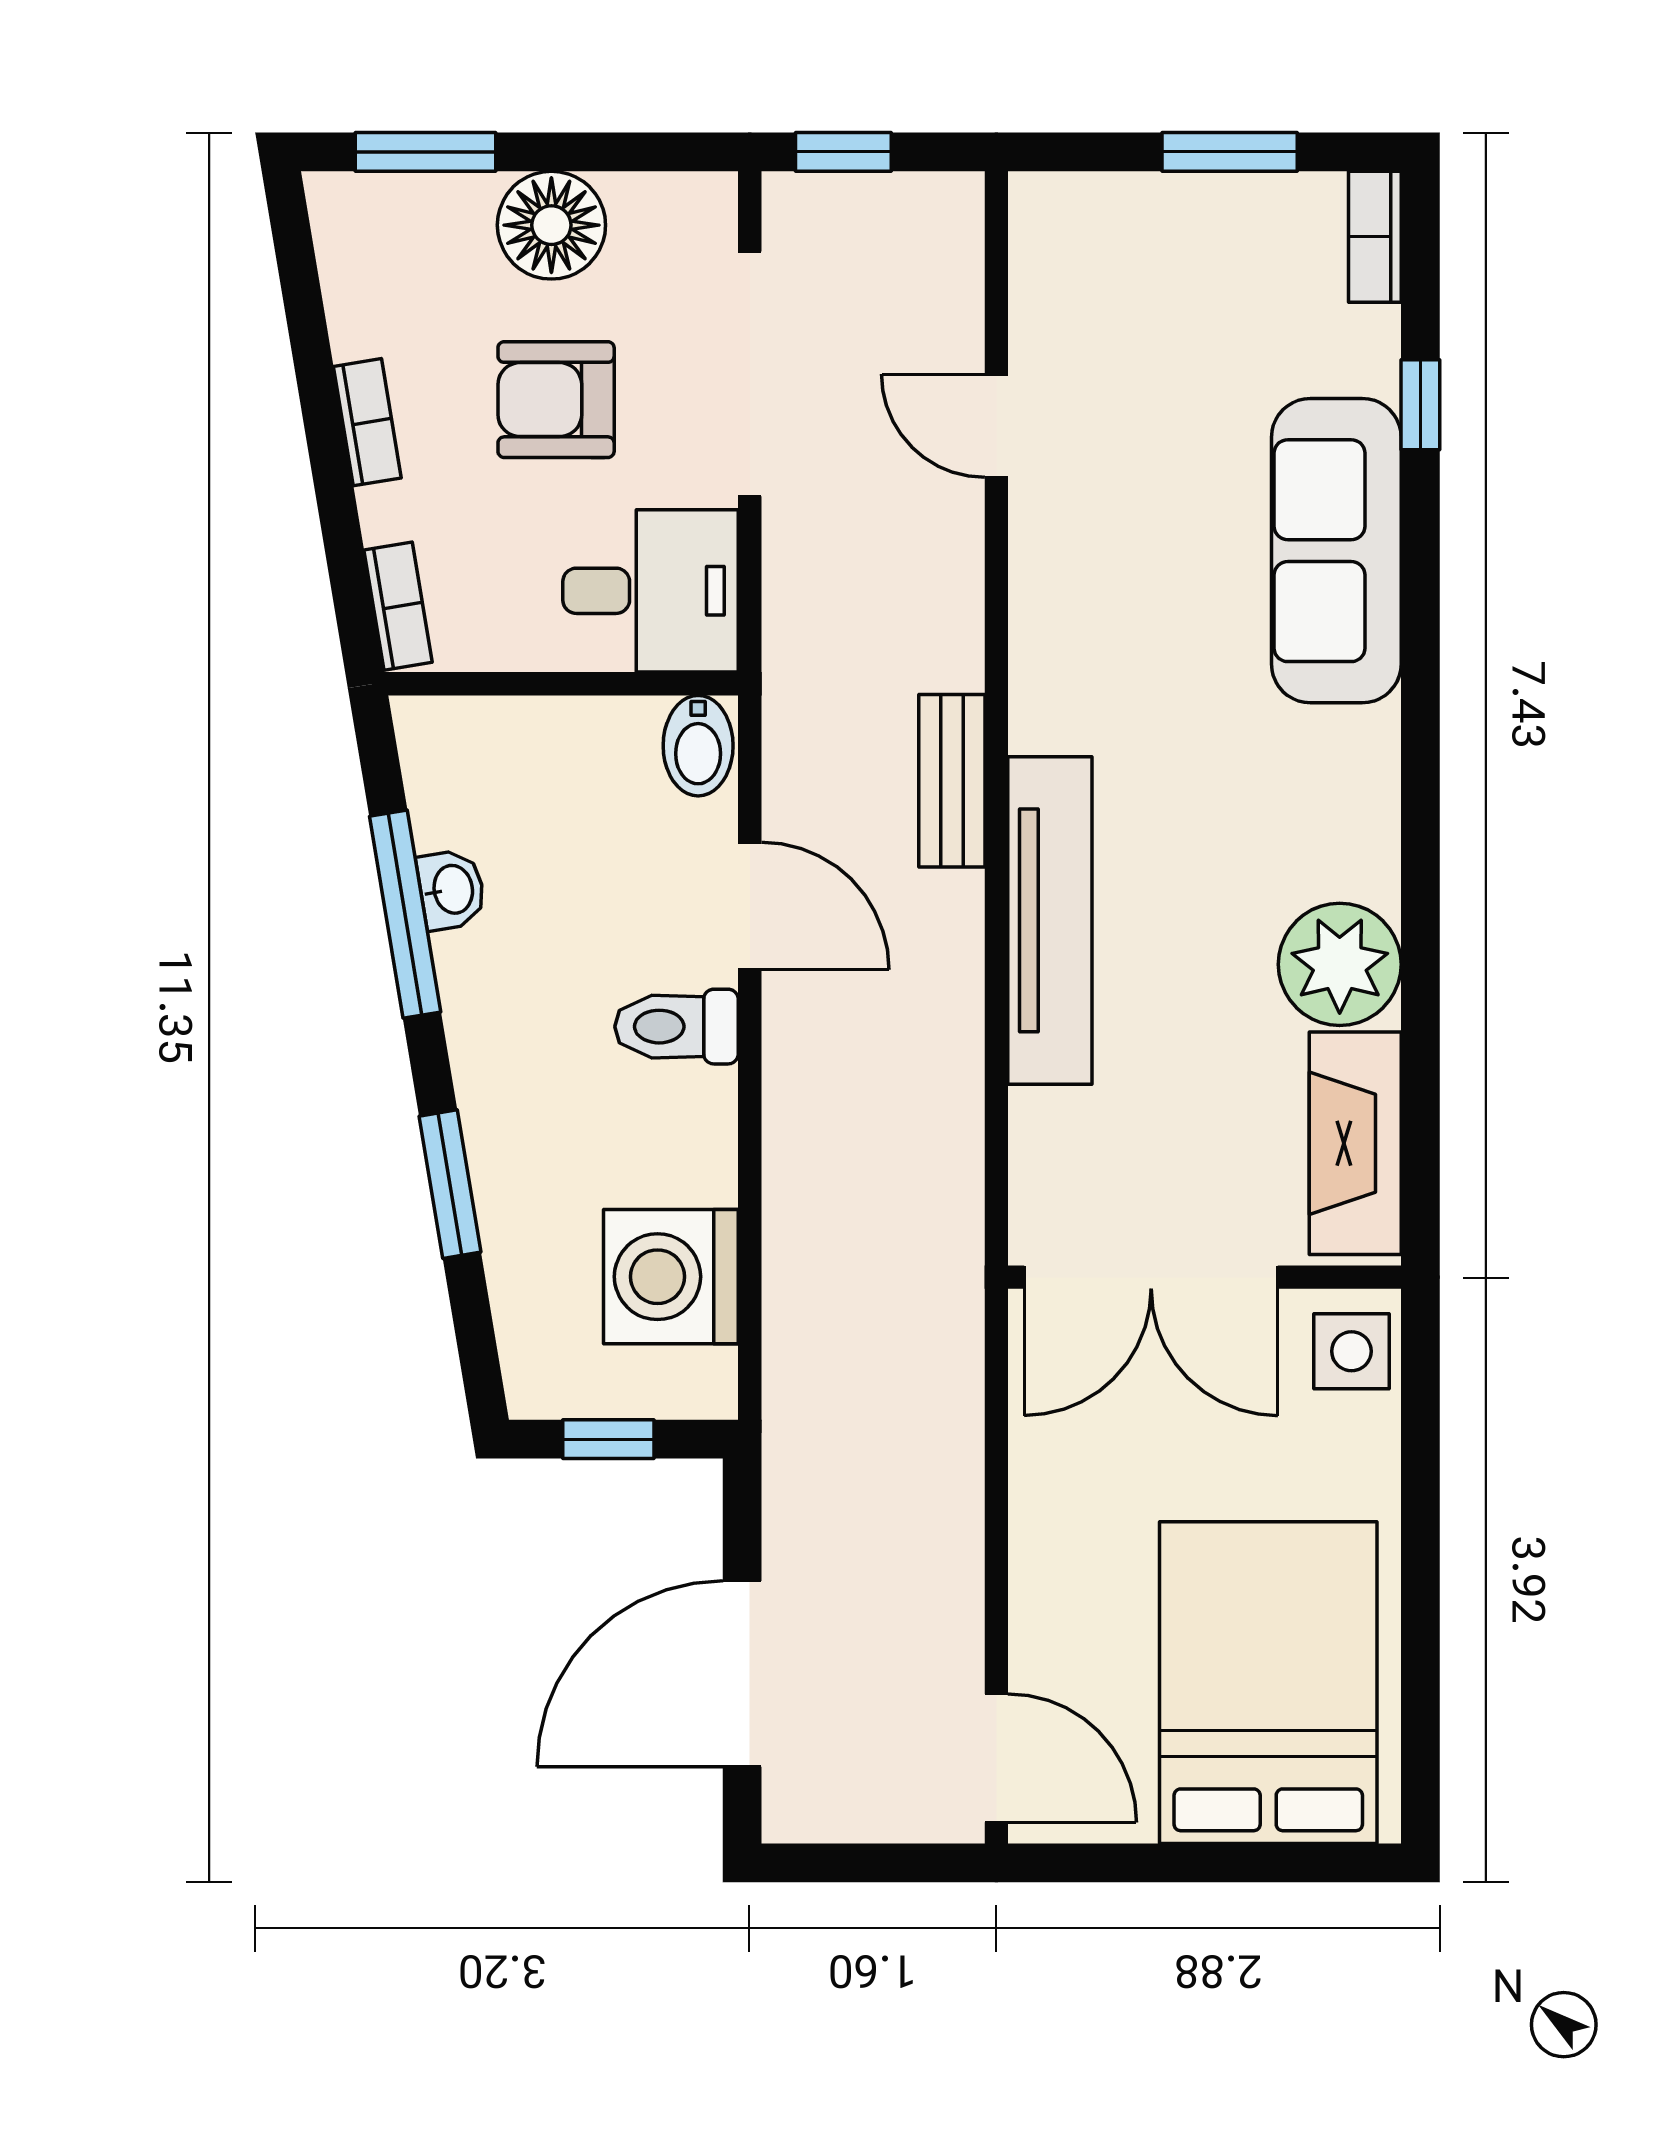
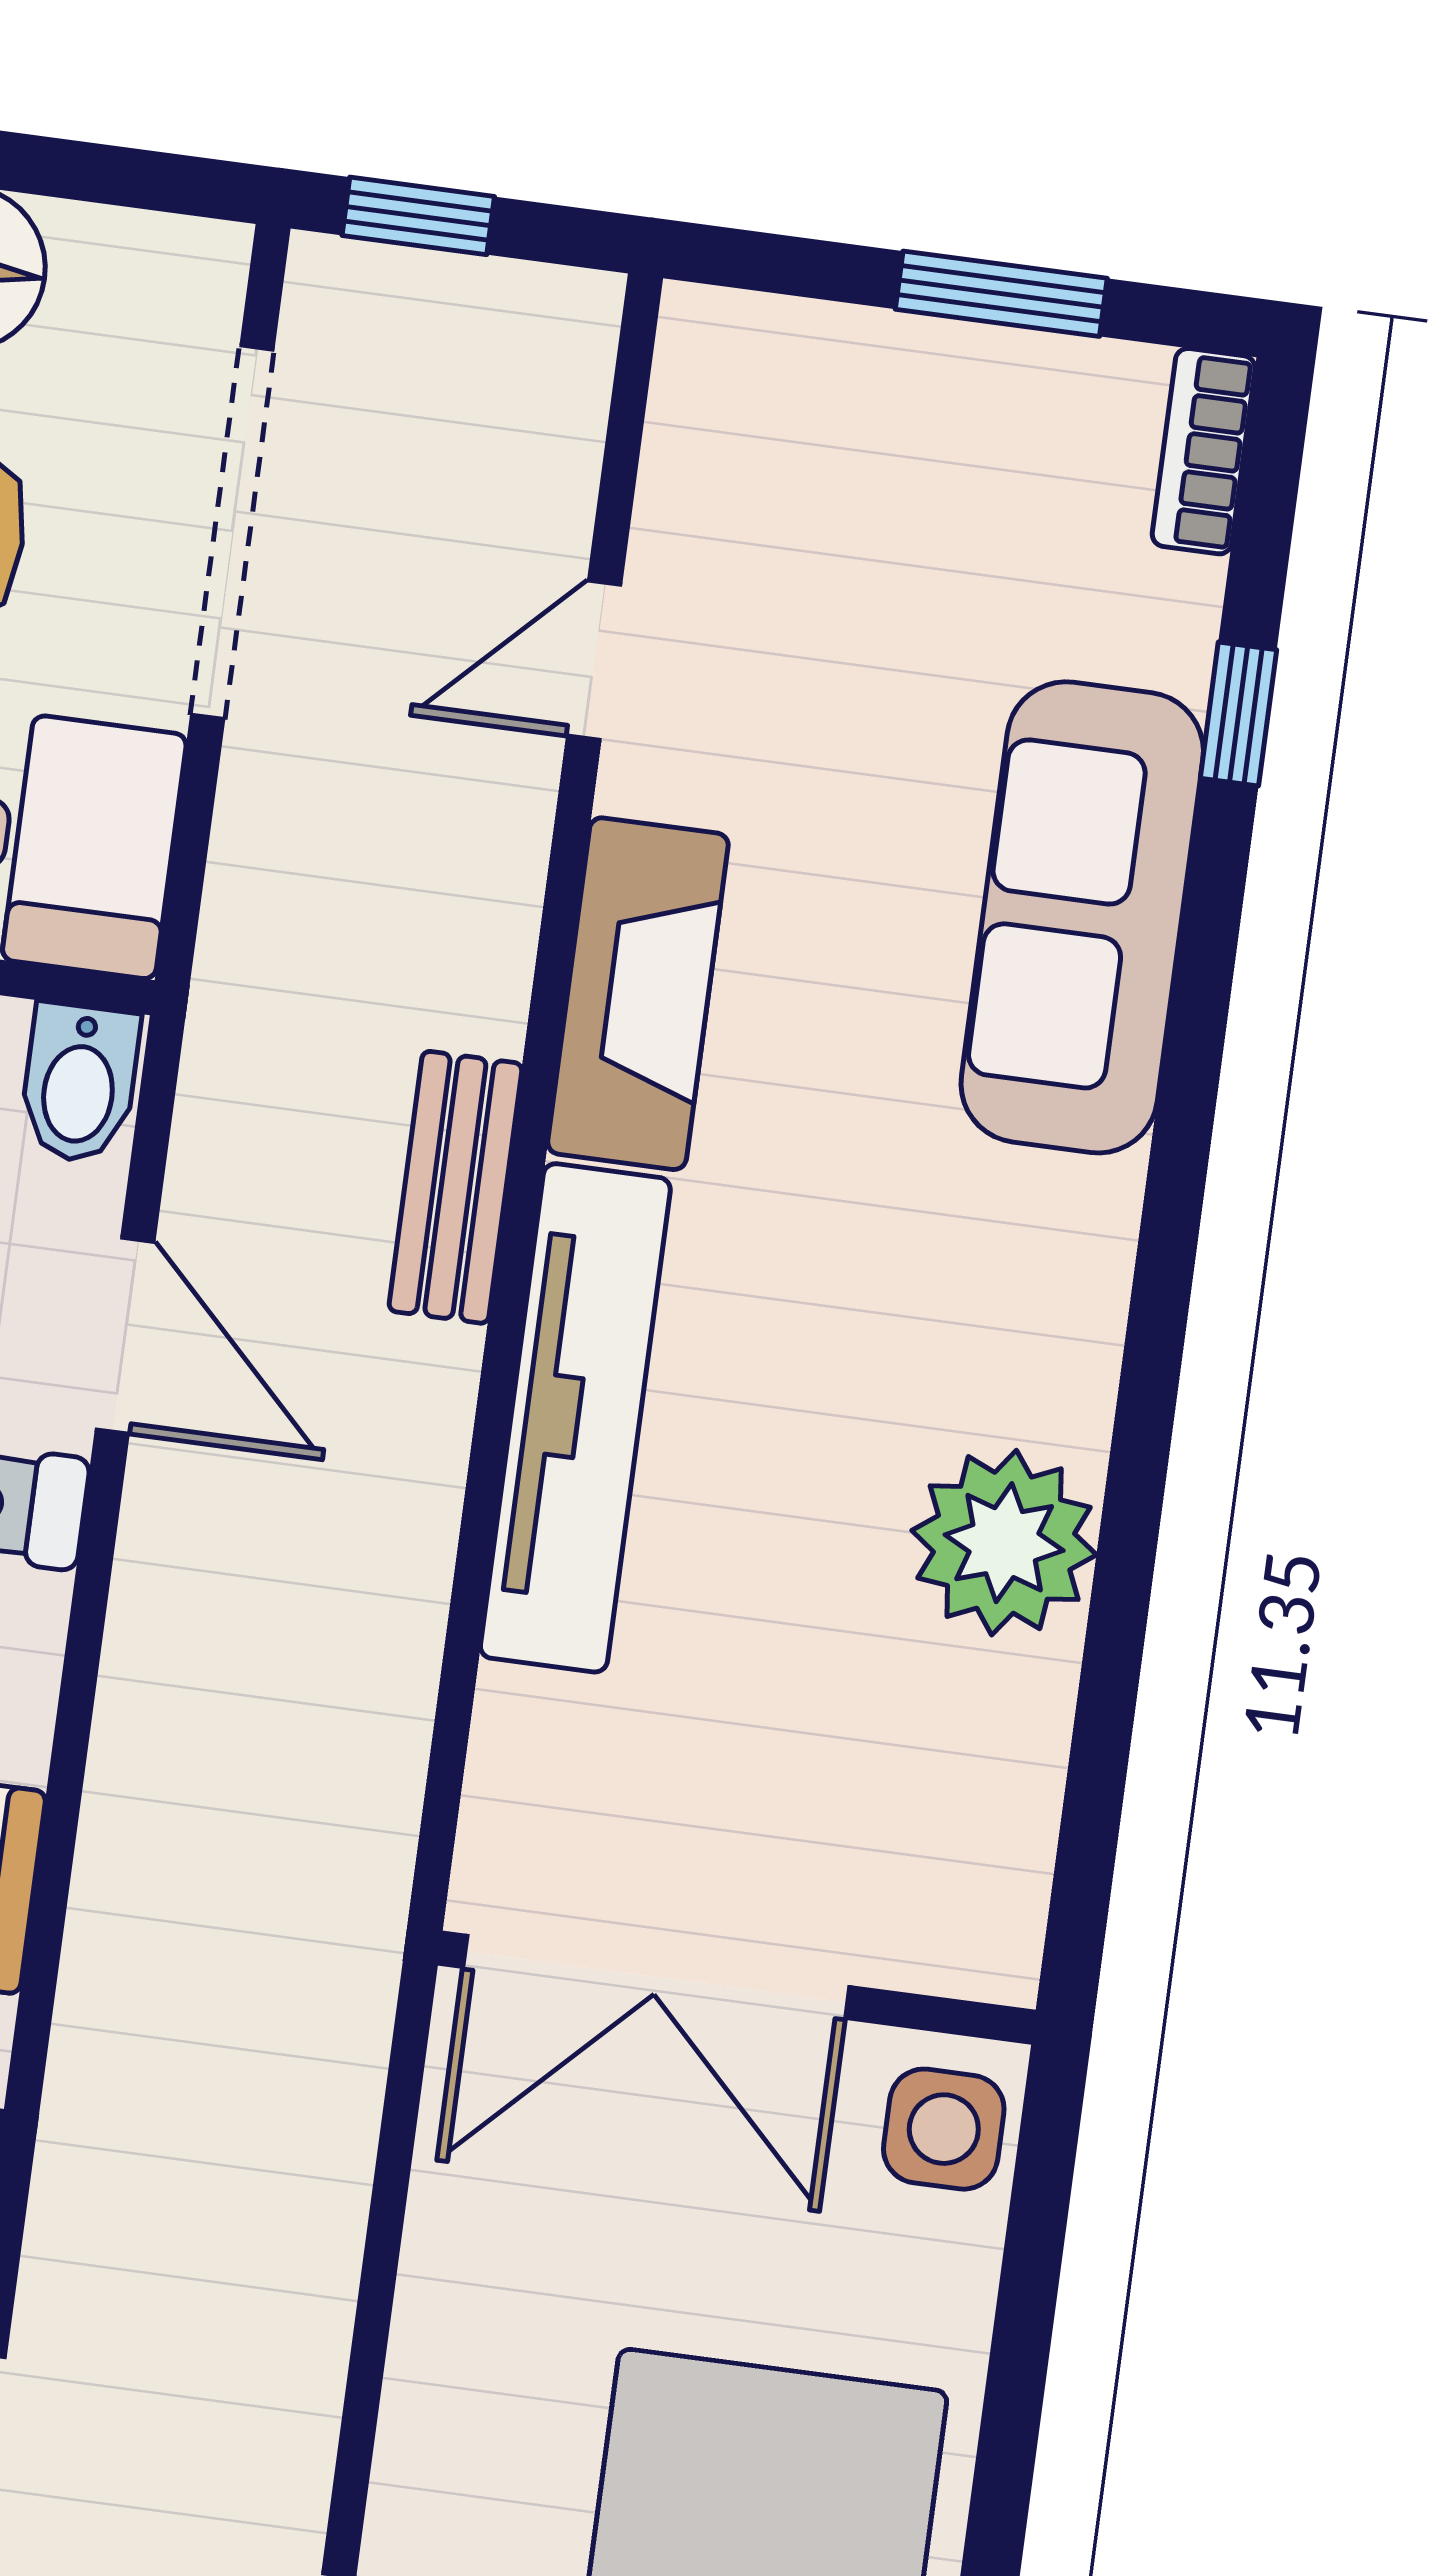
door: (996, 426) -> (594, 660), hinge flipped
fireplace: (1355, 1143) -> (638, 994), moved, turned 180

